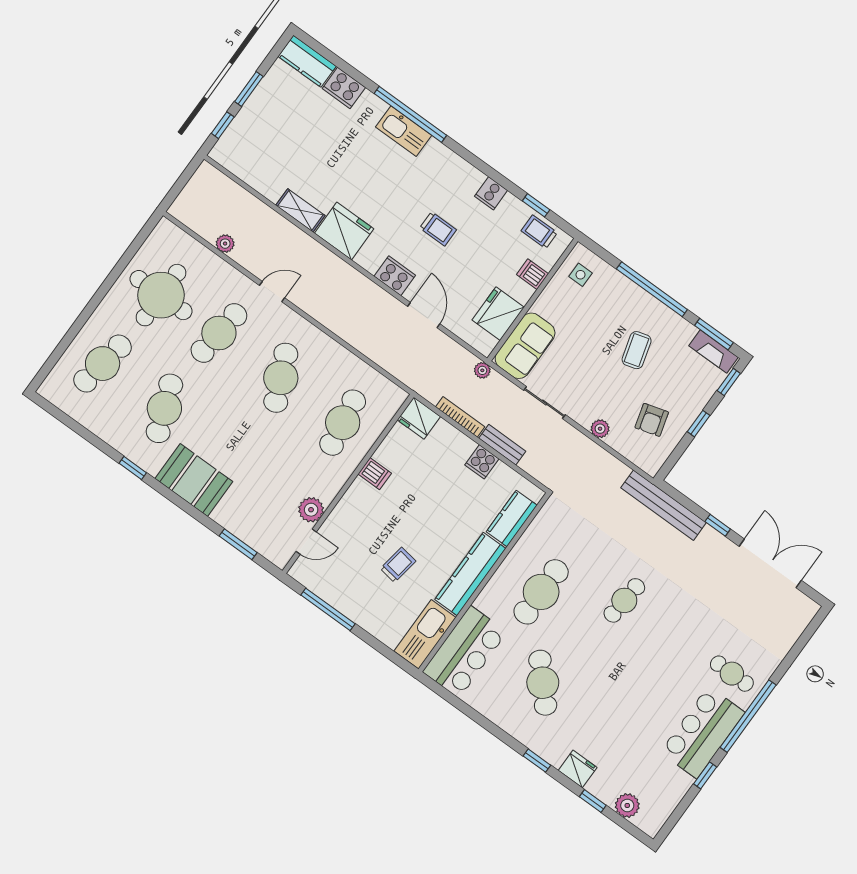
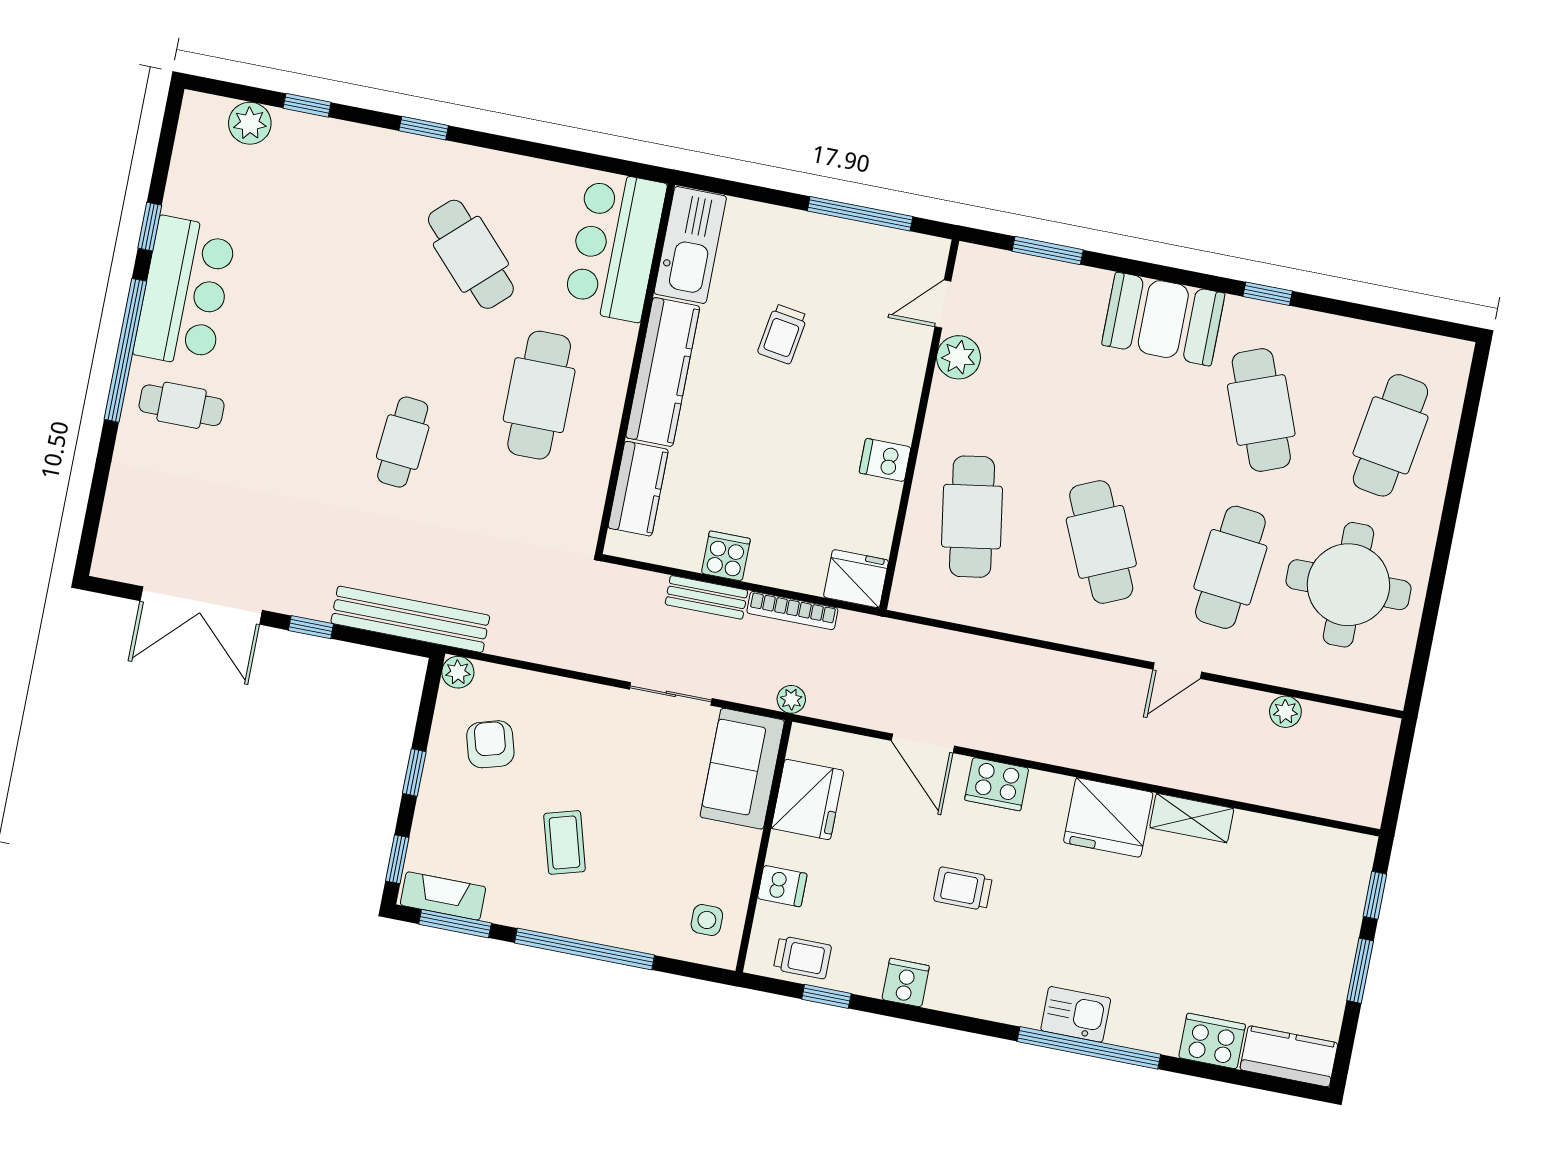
kitchen sink: (404, 131) -> (1076, 1014), width x0.73
plant: (600, 429) -> (458, 672), moved
fridge: (578, 769) -> (354, 144), removed

